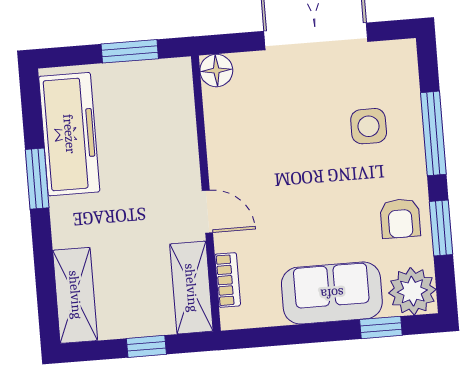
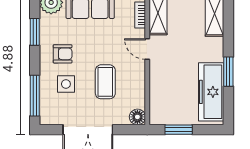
window: (433, 133) -> (35, 96), moved
coffee table: (288, 137) -> (105, 82), added
armchair: (400, 218) -> (63, 54), moved, turned 90

